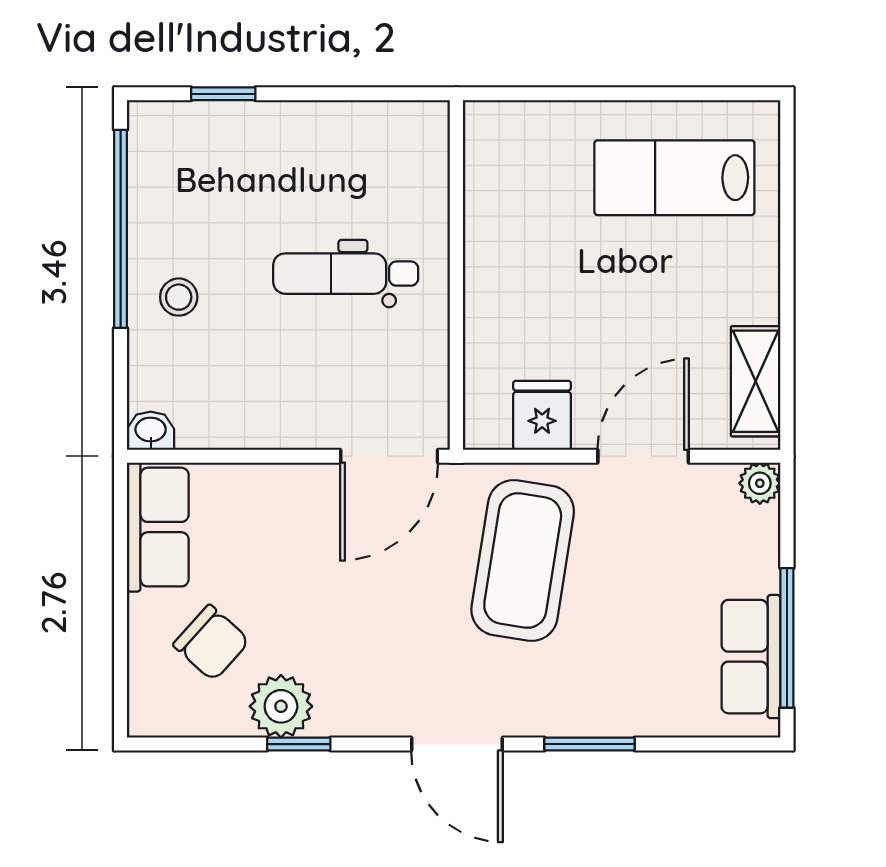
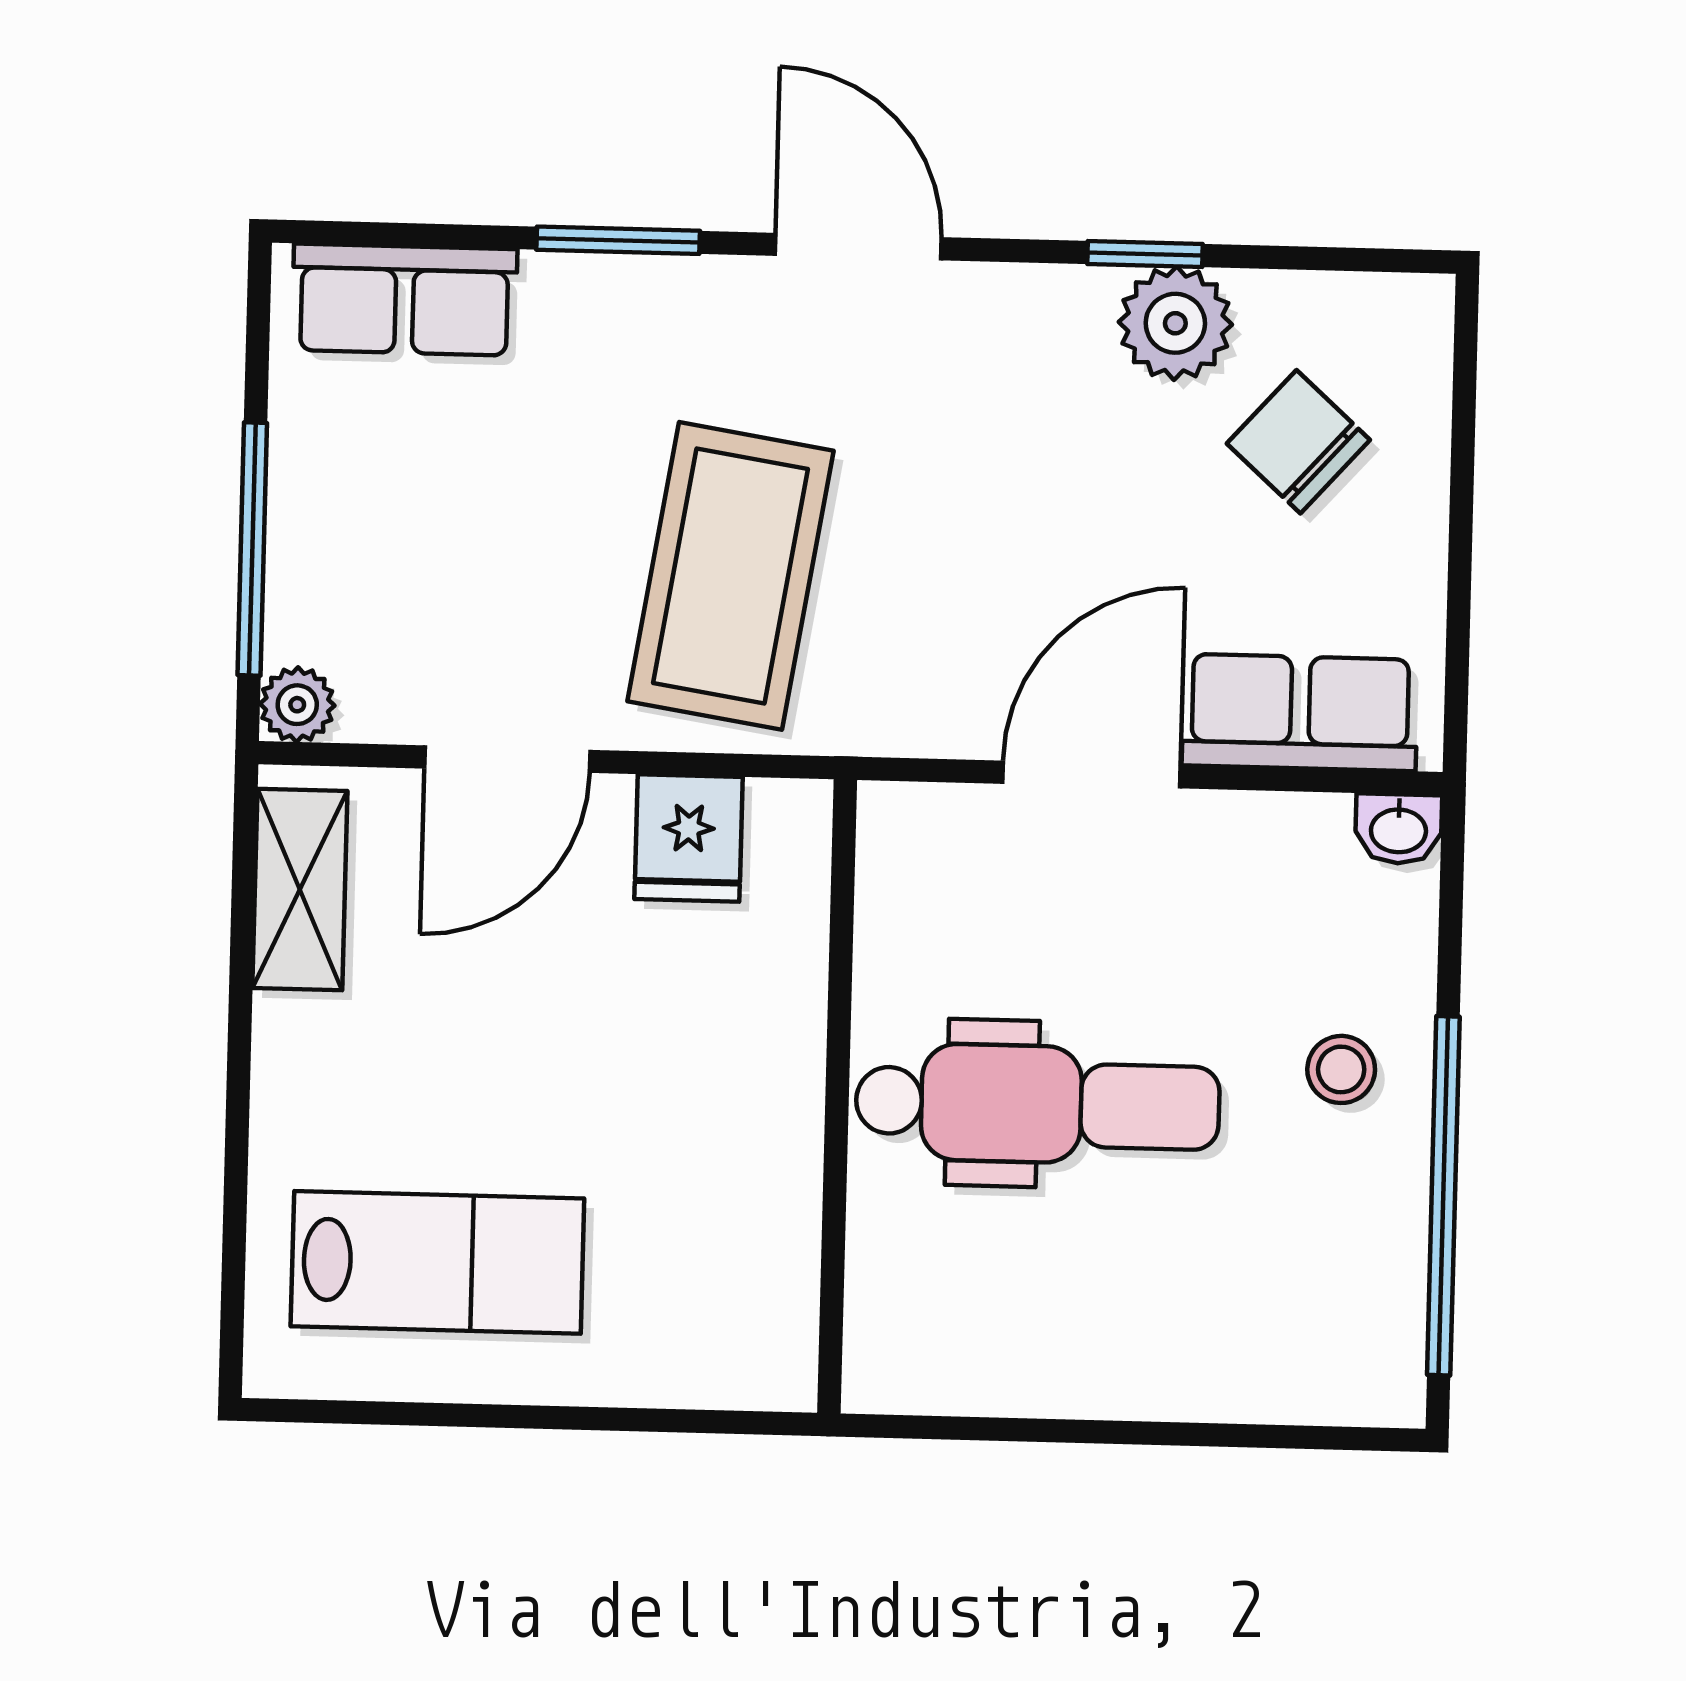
window: (223, 94) -> (1251, 1436), removed
dental chair: (346, 274) -> (1038, 1104), width x1.36, depth x1.38
door: (389, 456) -> (1092, 775), moved
row of seats: (158, 527) -> (1300, 712), moved, turned 90
window: (787, 638) -> (252, 549), moved
row of seats: (751, 657) -> (404, 300), moved, turned 90

